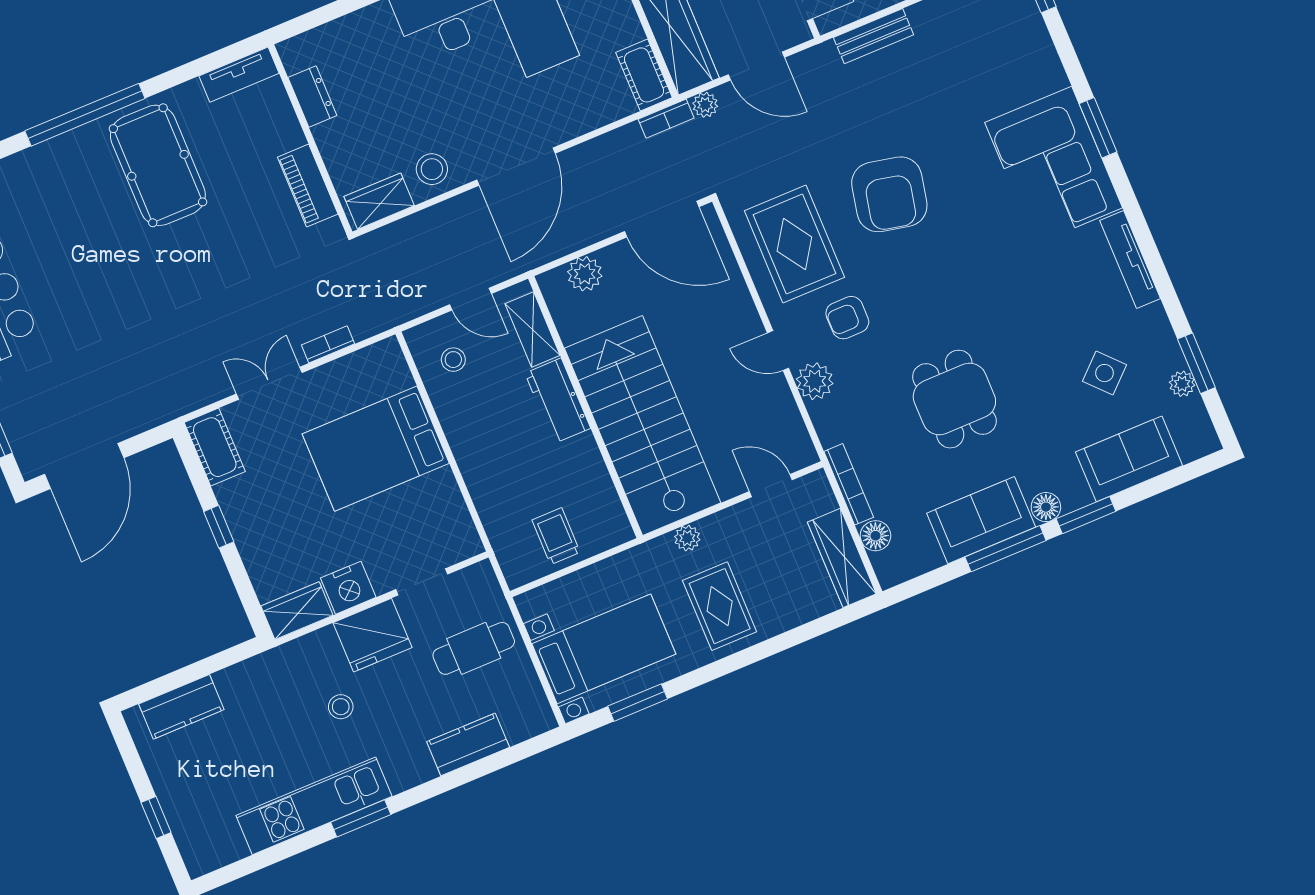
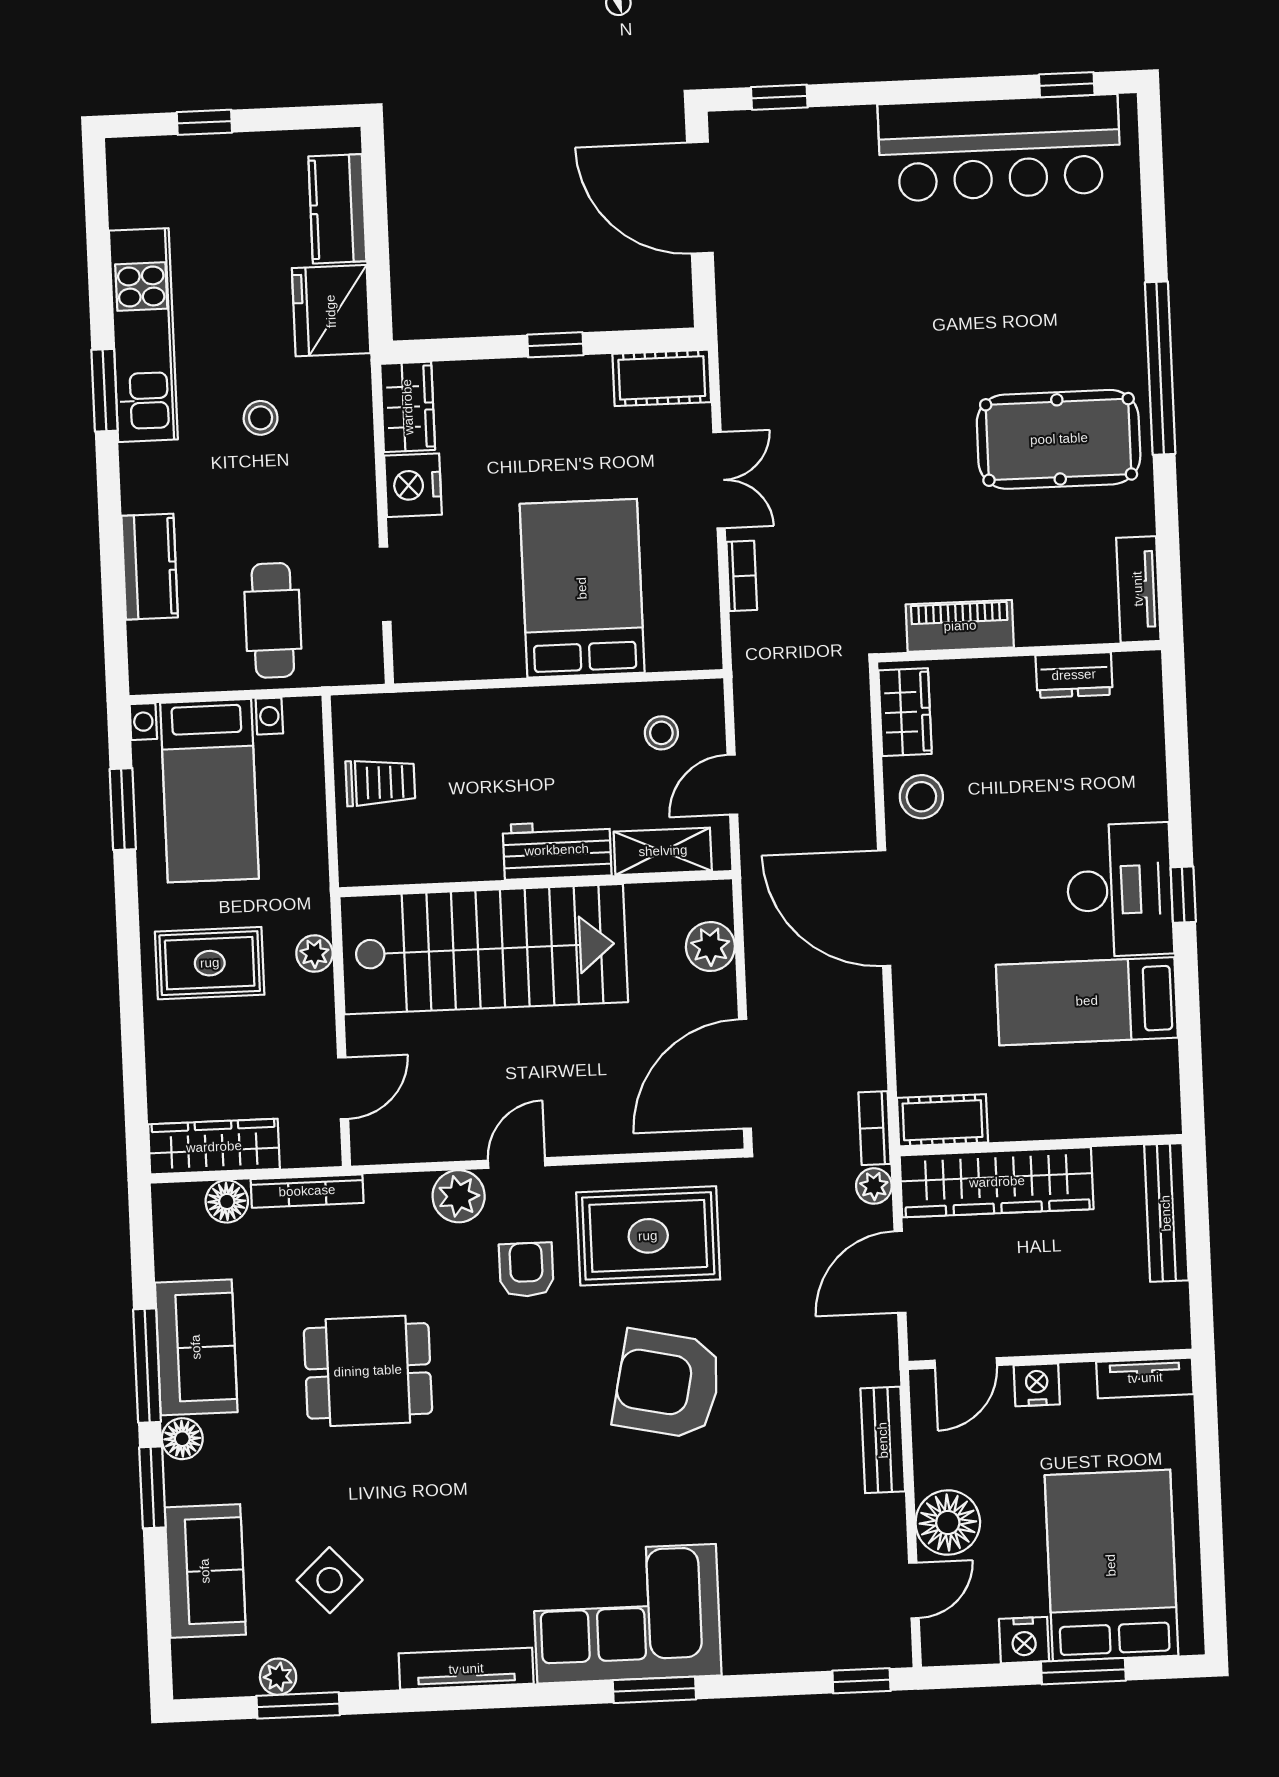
fridge: (373, 635) -> (331, 311), moved

